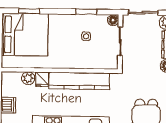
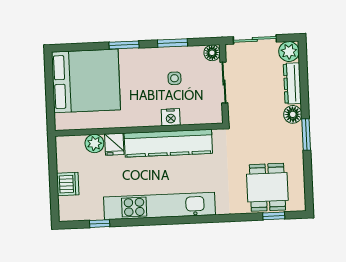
window: (29, 11) -> (124, 45), moved
nightstand: (82, 63) -> (171, 117), added

